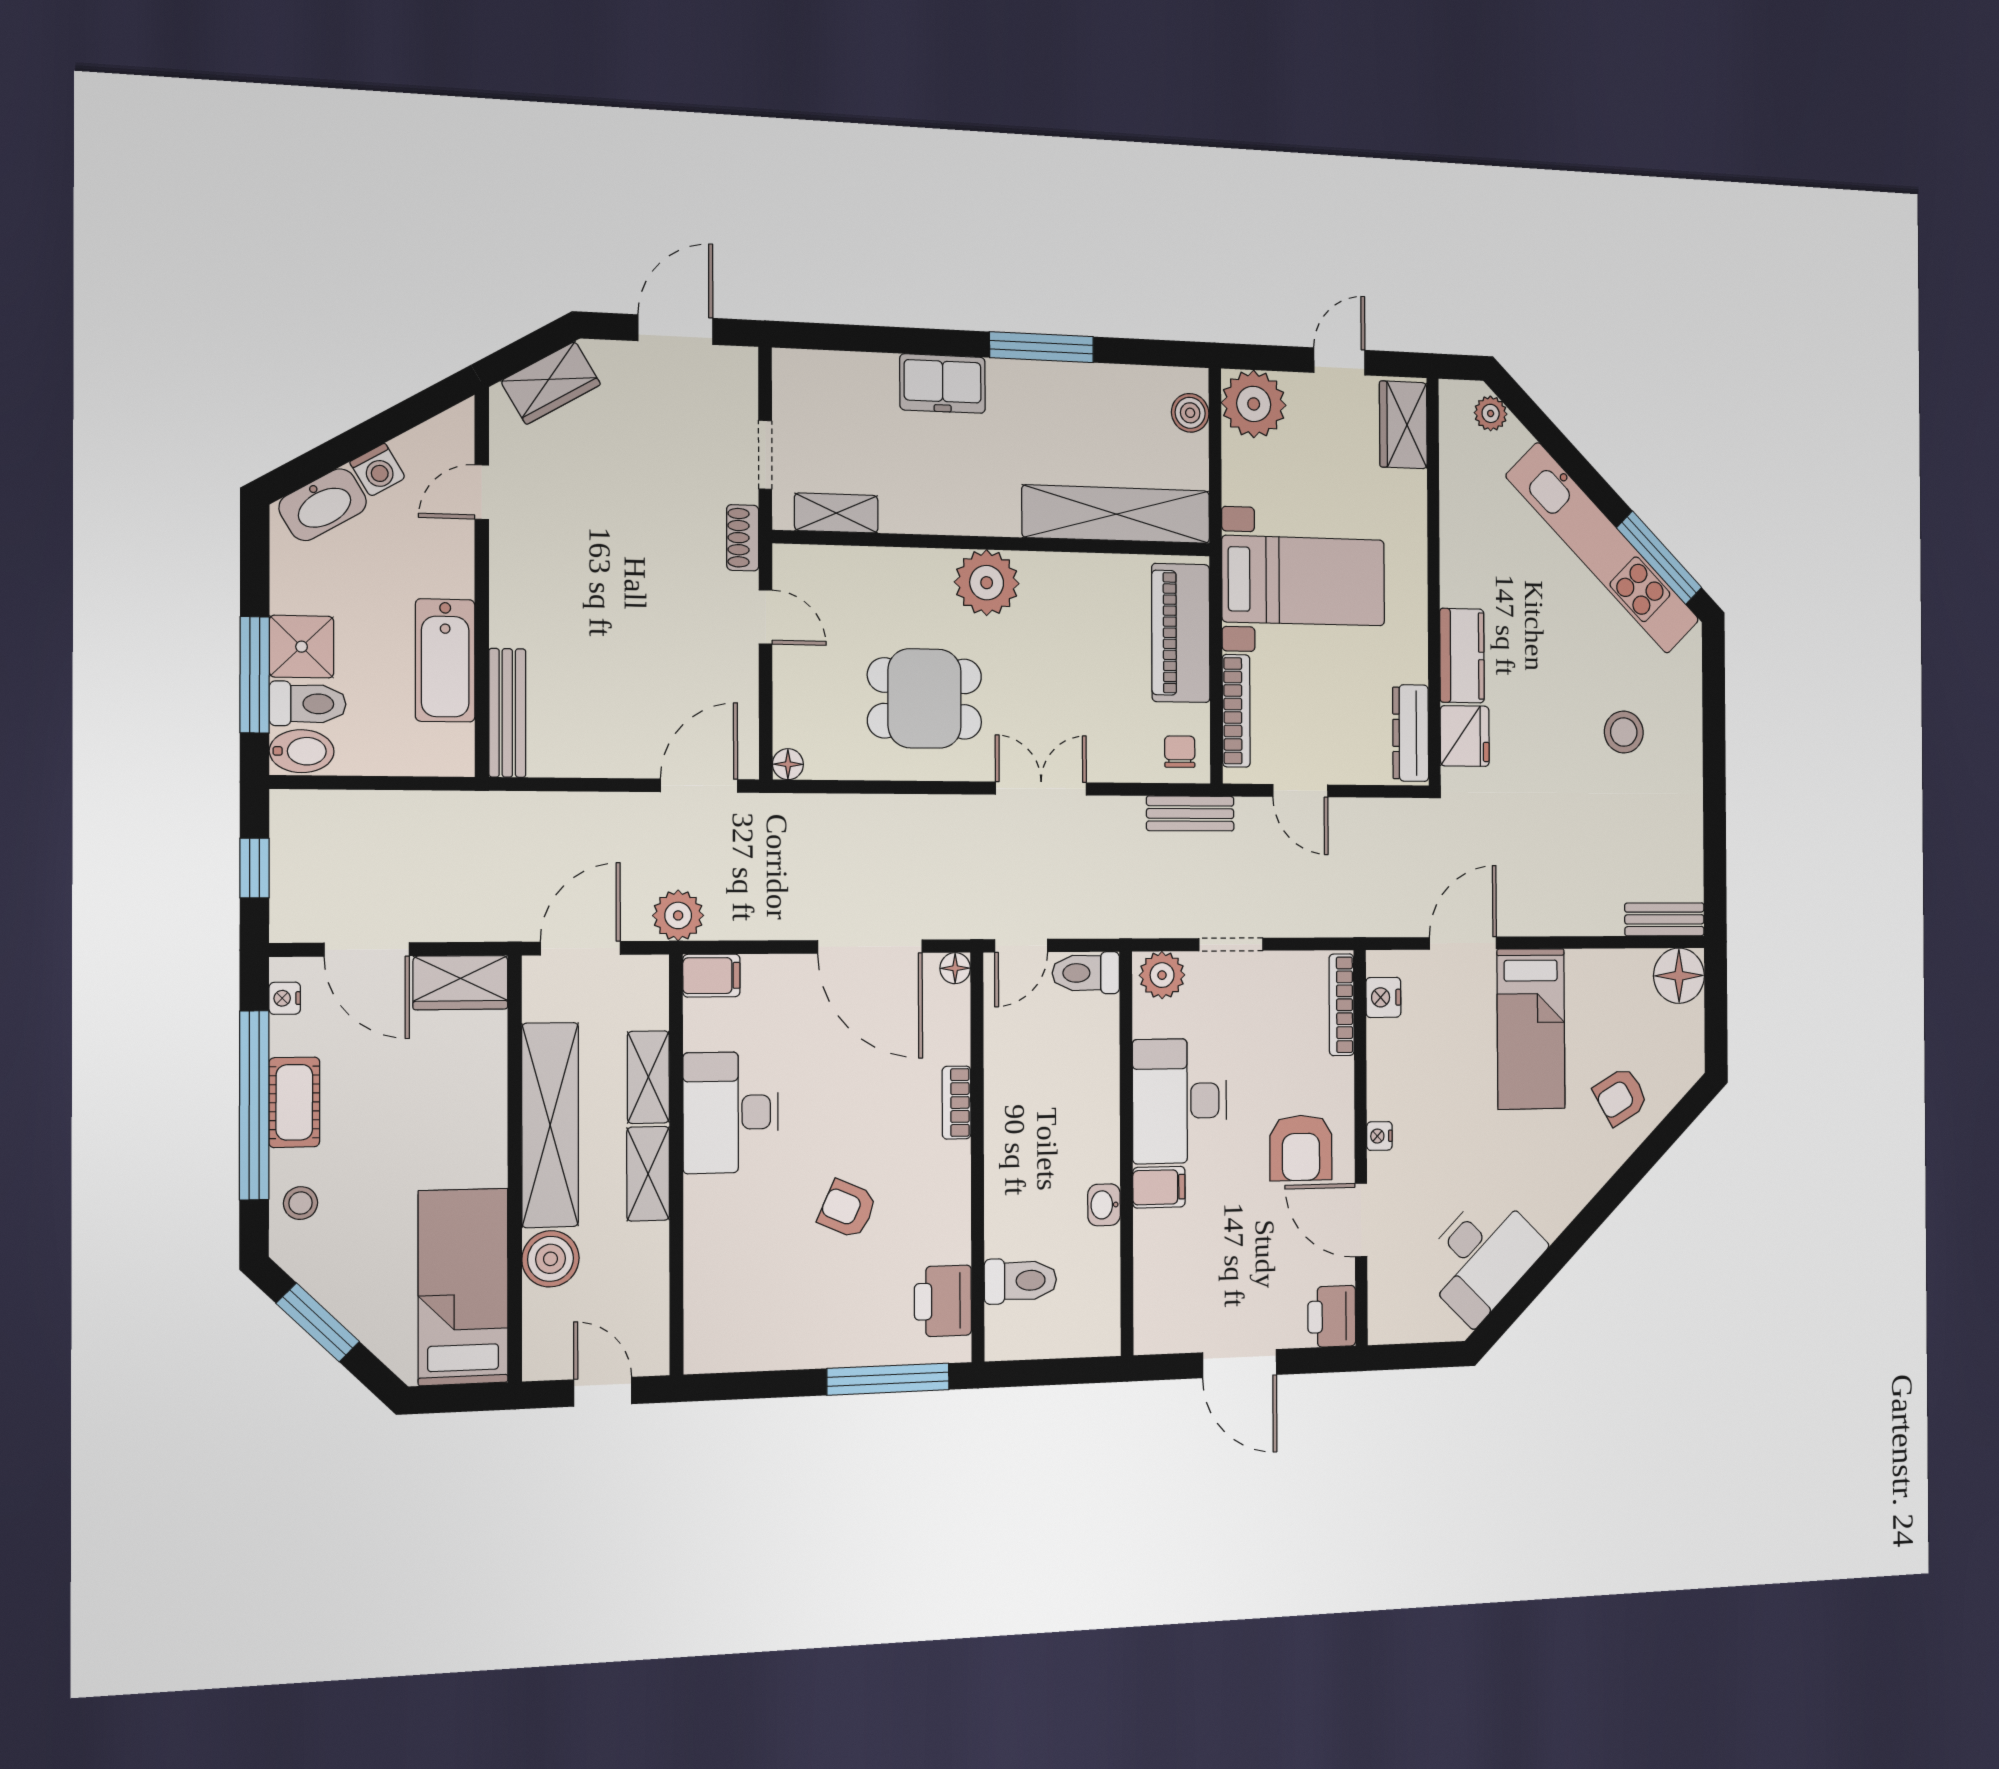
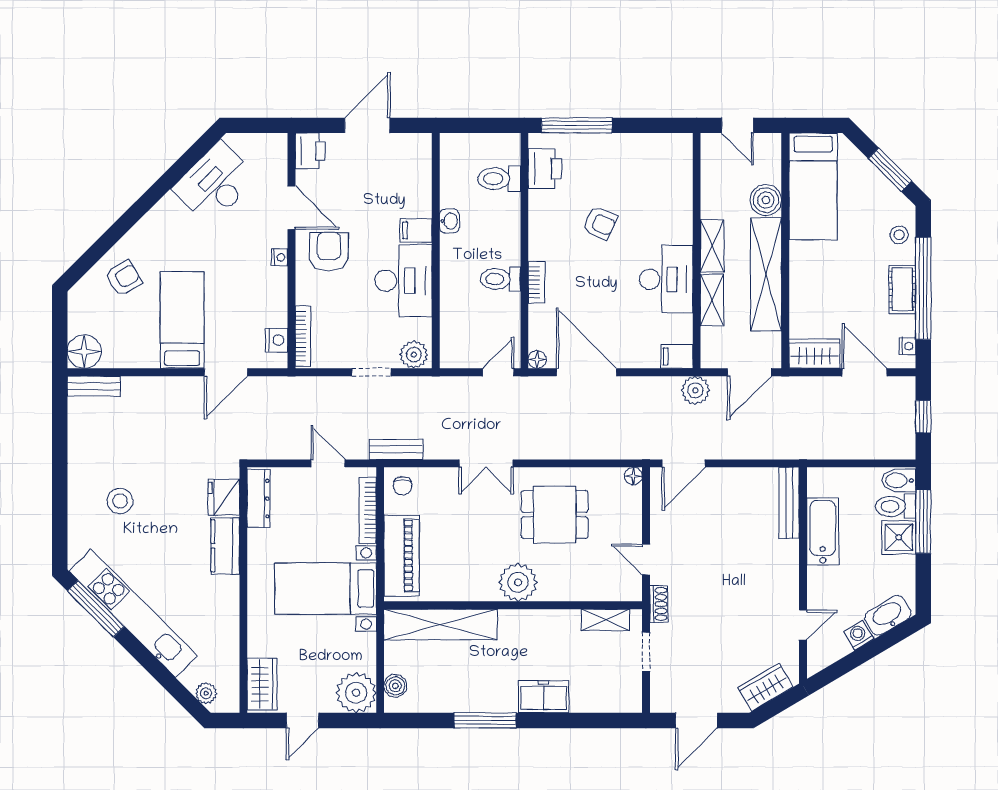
toilet: (1086, 973) -> (500, 279), moved, turned 180
door: (1240, 1364) -> (367, 125), hinge flipped

